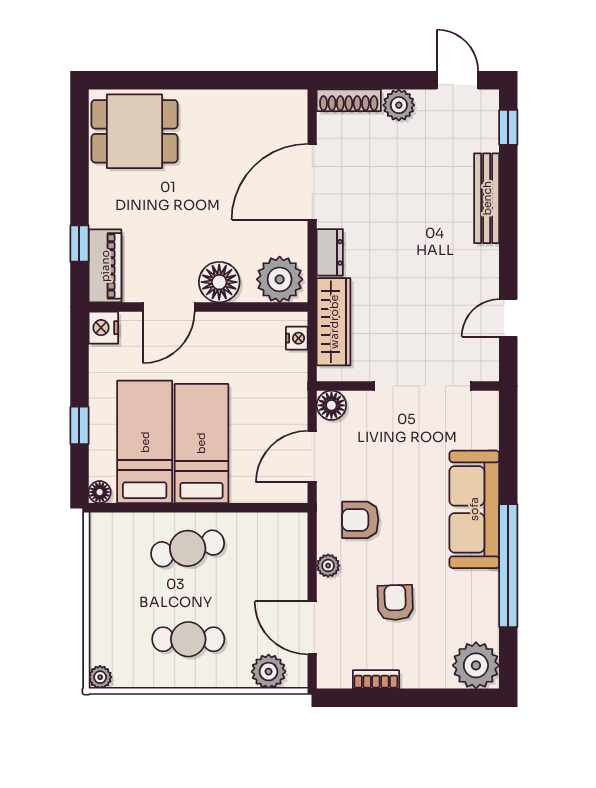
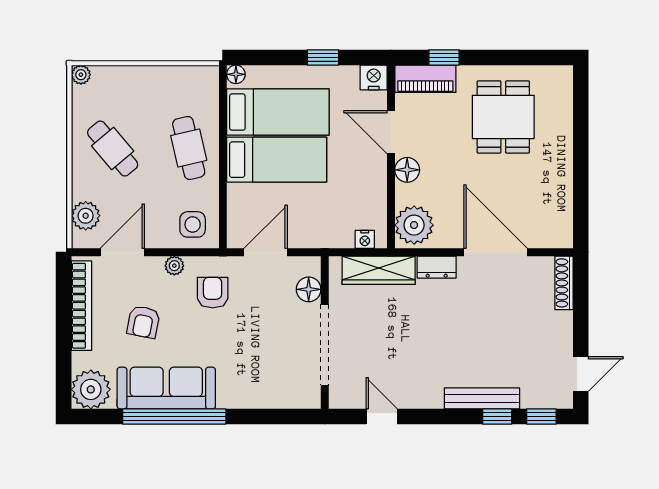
plant: (399, 105) -> (560, 325), removed
dining table: (135, 131) -> (503, 117), moved
window: (508, 180) -> (497, 417), added
floor lamp: (219, 282) -> (407, 170), width x0.73, depth x0.73
floor lamp: (331, 405) -> (309, 289), moved
window: (79, 425) -> (323, 57), moved
door: (312, 457) -> (266, 252), hinge flipped
sofa: (474, 509) -> (166, 388), moved
side table: (279, 544) -> (193, 224), added
armchair: (395, 603) -> (143, 322), turned 103
cafe table: (188, 639) -> (113, 149), turned -40
bookcase: (376, 679) -> (81, 306), width x2.31, depth x1.31

